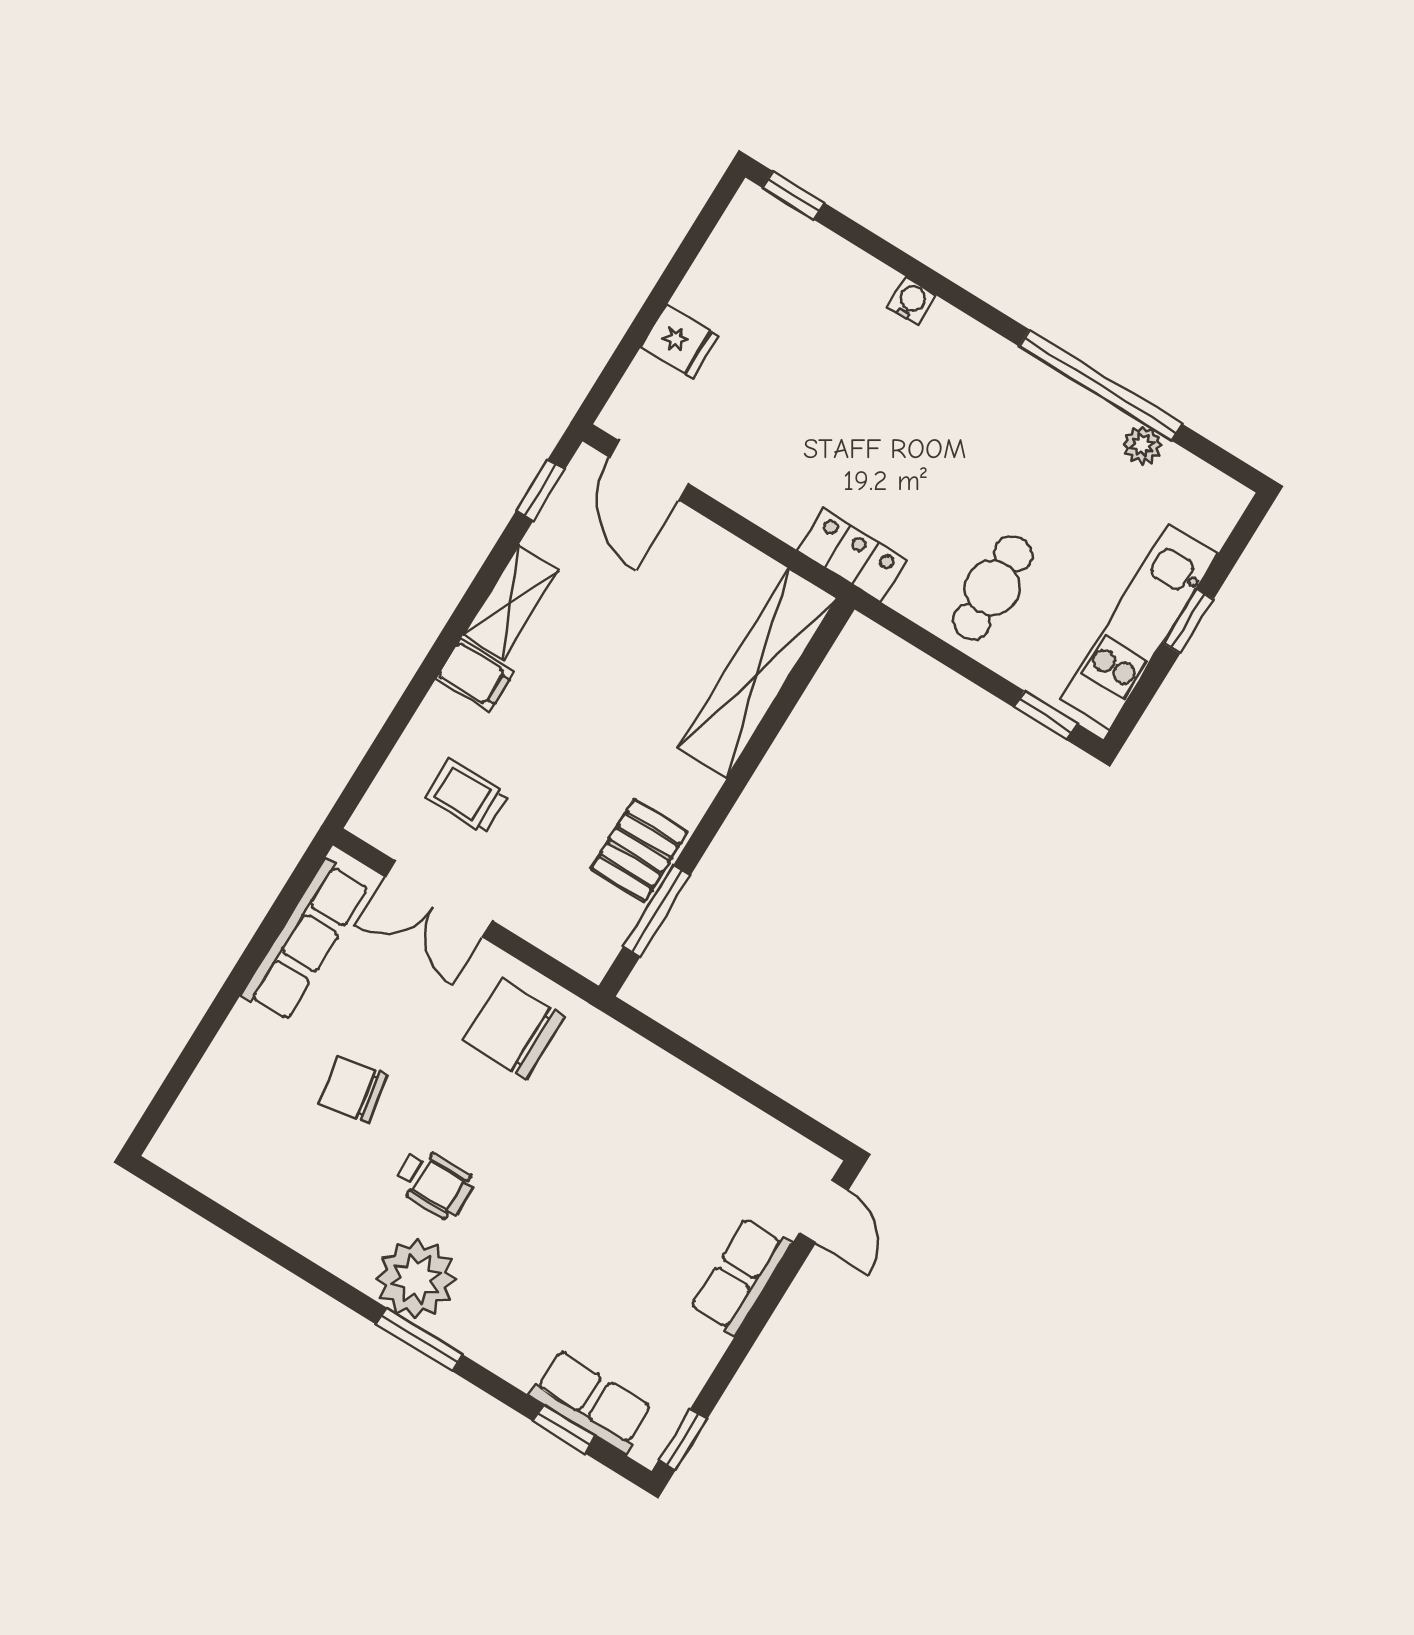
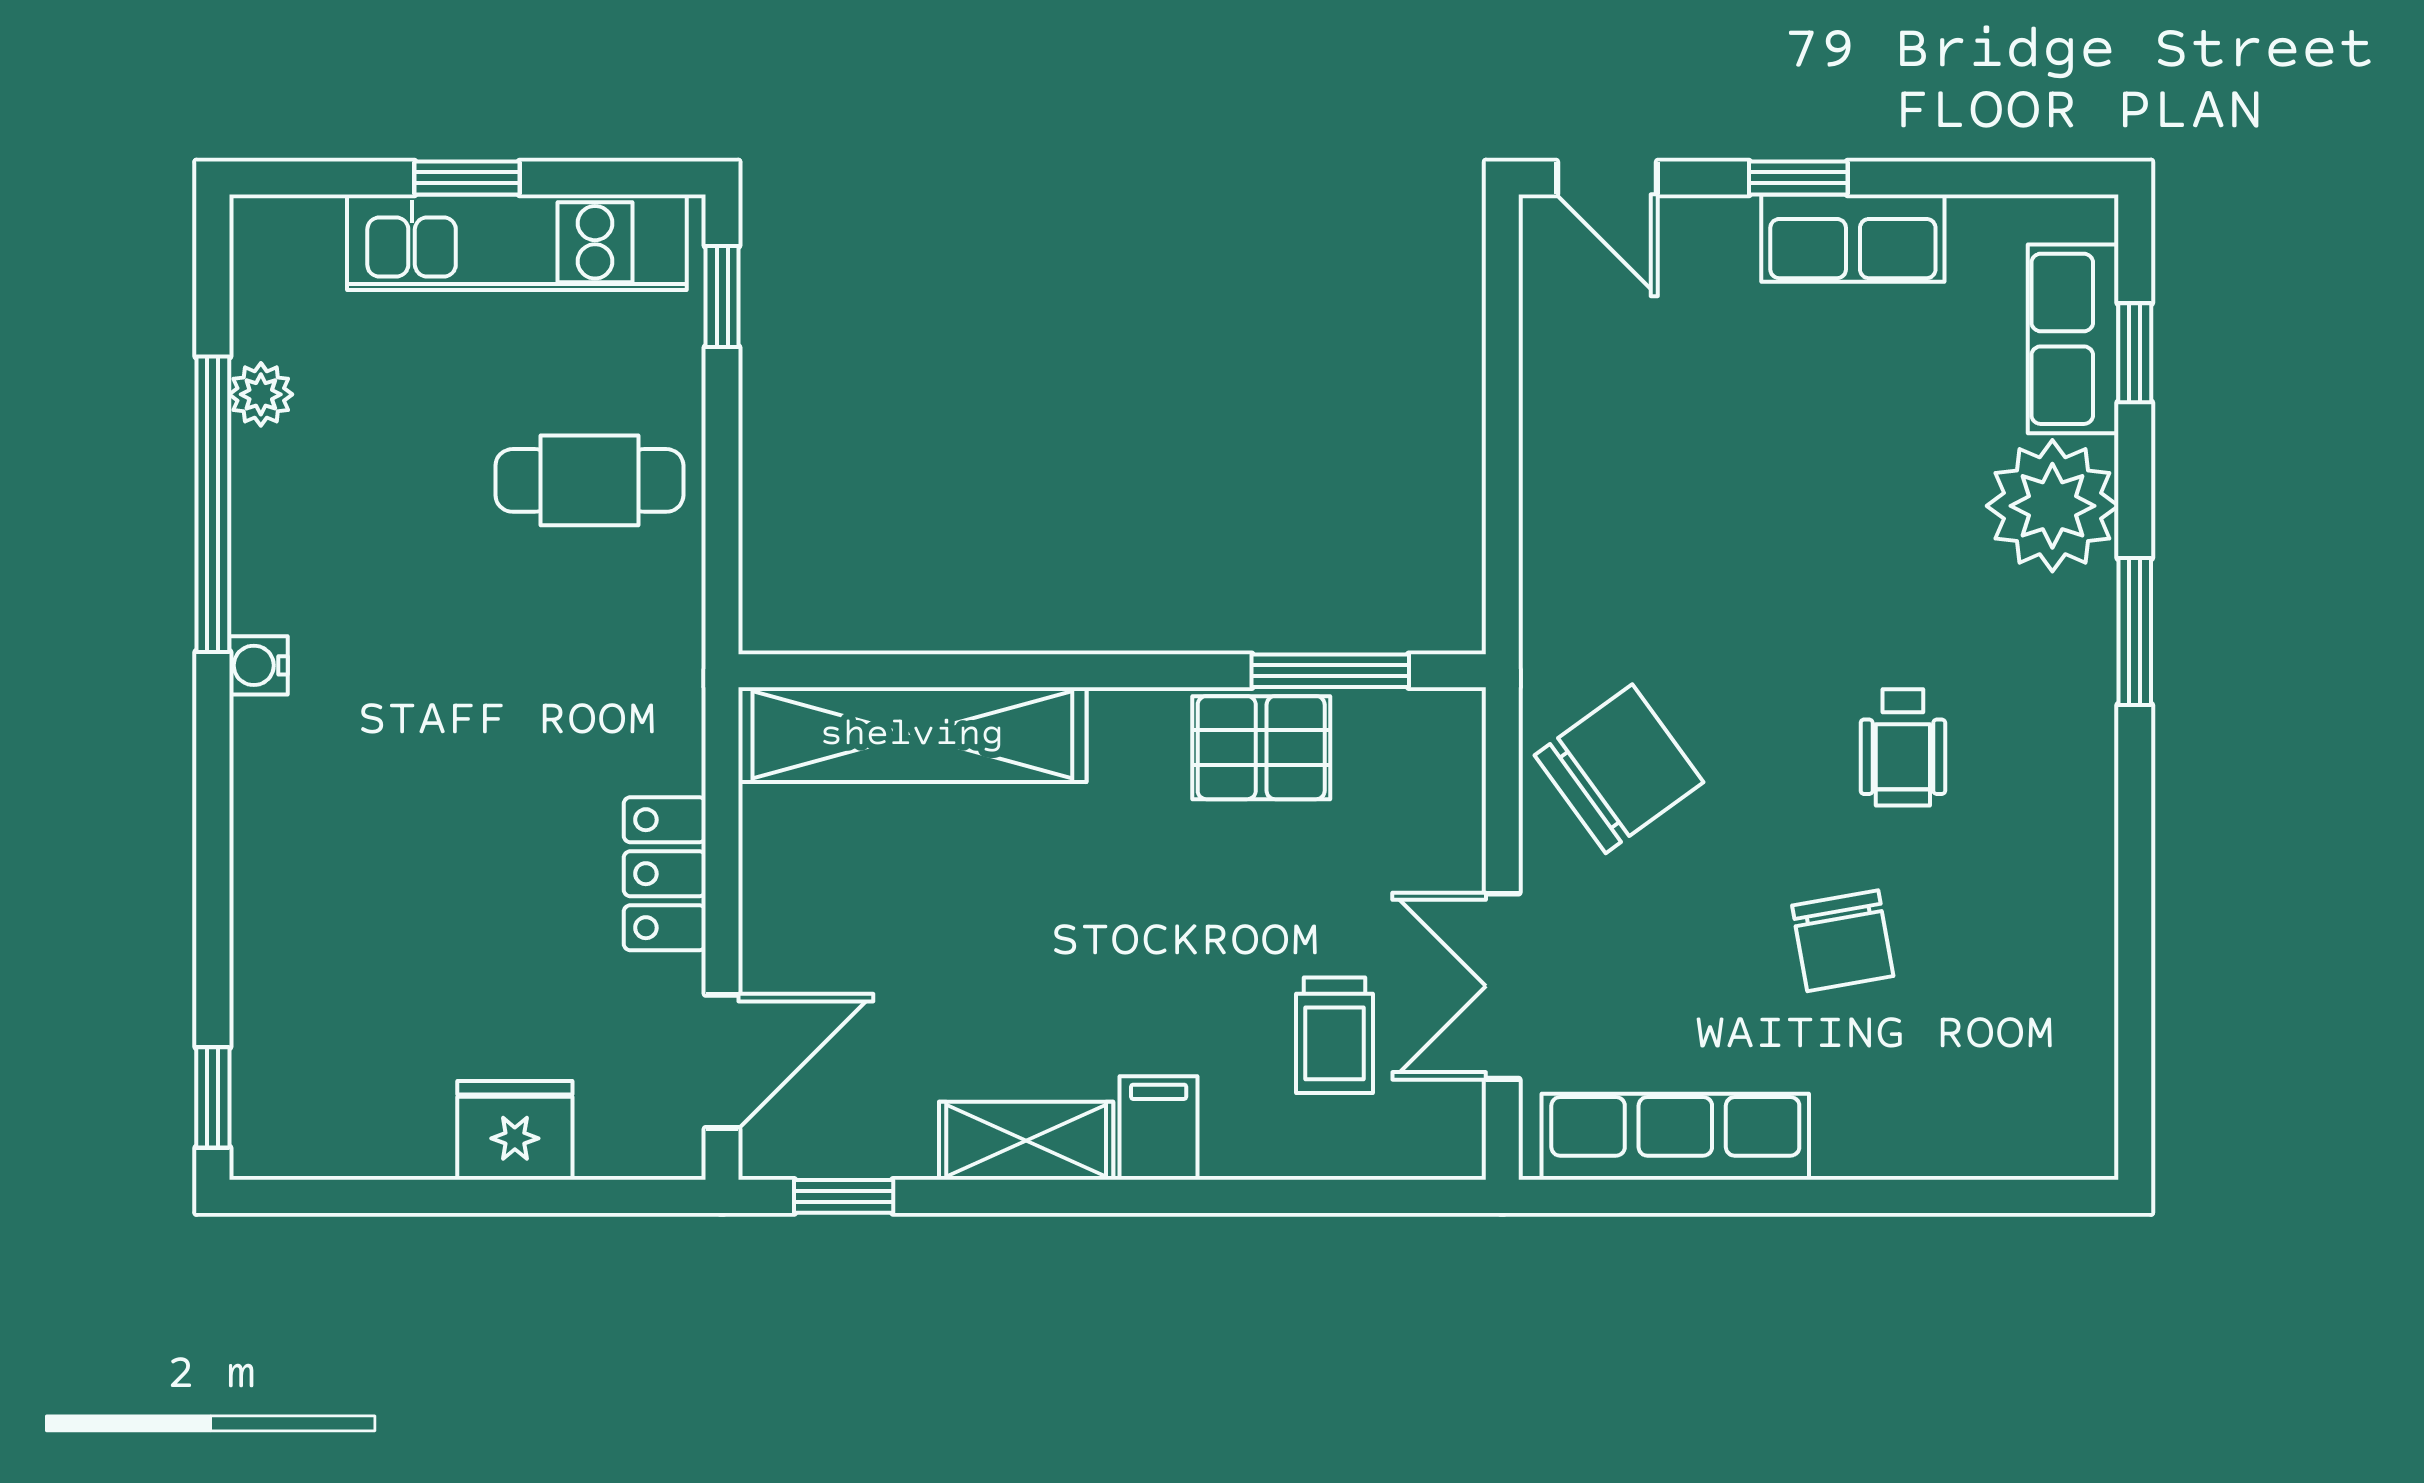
water cooler: (911, 301) -> (258, 665), moved
fridge: (680, 341) -> (515, 1130), width x1.38
locker: (852, 555) -> (665, 874), moved
double door: (439, 899) -> (1502, 986), swing flipped
chair: (514, 1029) -> (1619, 769), turned -126
wheelchair: (434, 1183) -> (1903, 747), turned 180
door: (824, 1212) -> (1607, 178), swing flipped
row of seats: (741, 1276) -> (1853, 238), moved
plant: (416, 1279) -> (2052, 506), moved
window: (683, 1439) -> (1798, 178), moved

